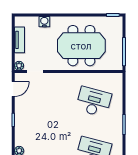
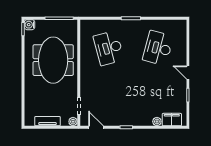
water cooler: (44, 22) -> (30, 25), moved
desk: (94, 102) -> (109, 48), turned -30

